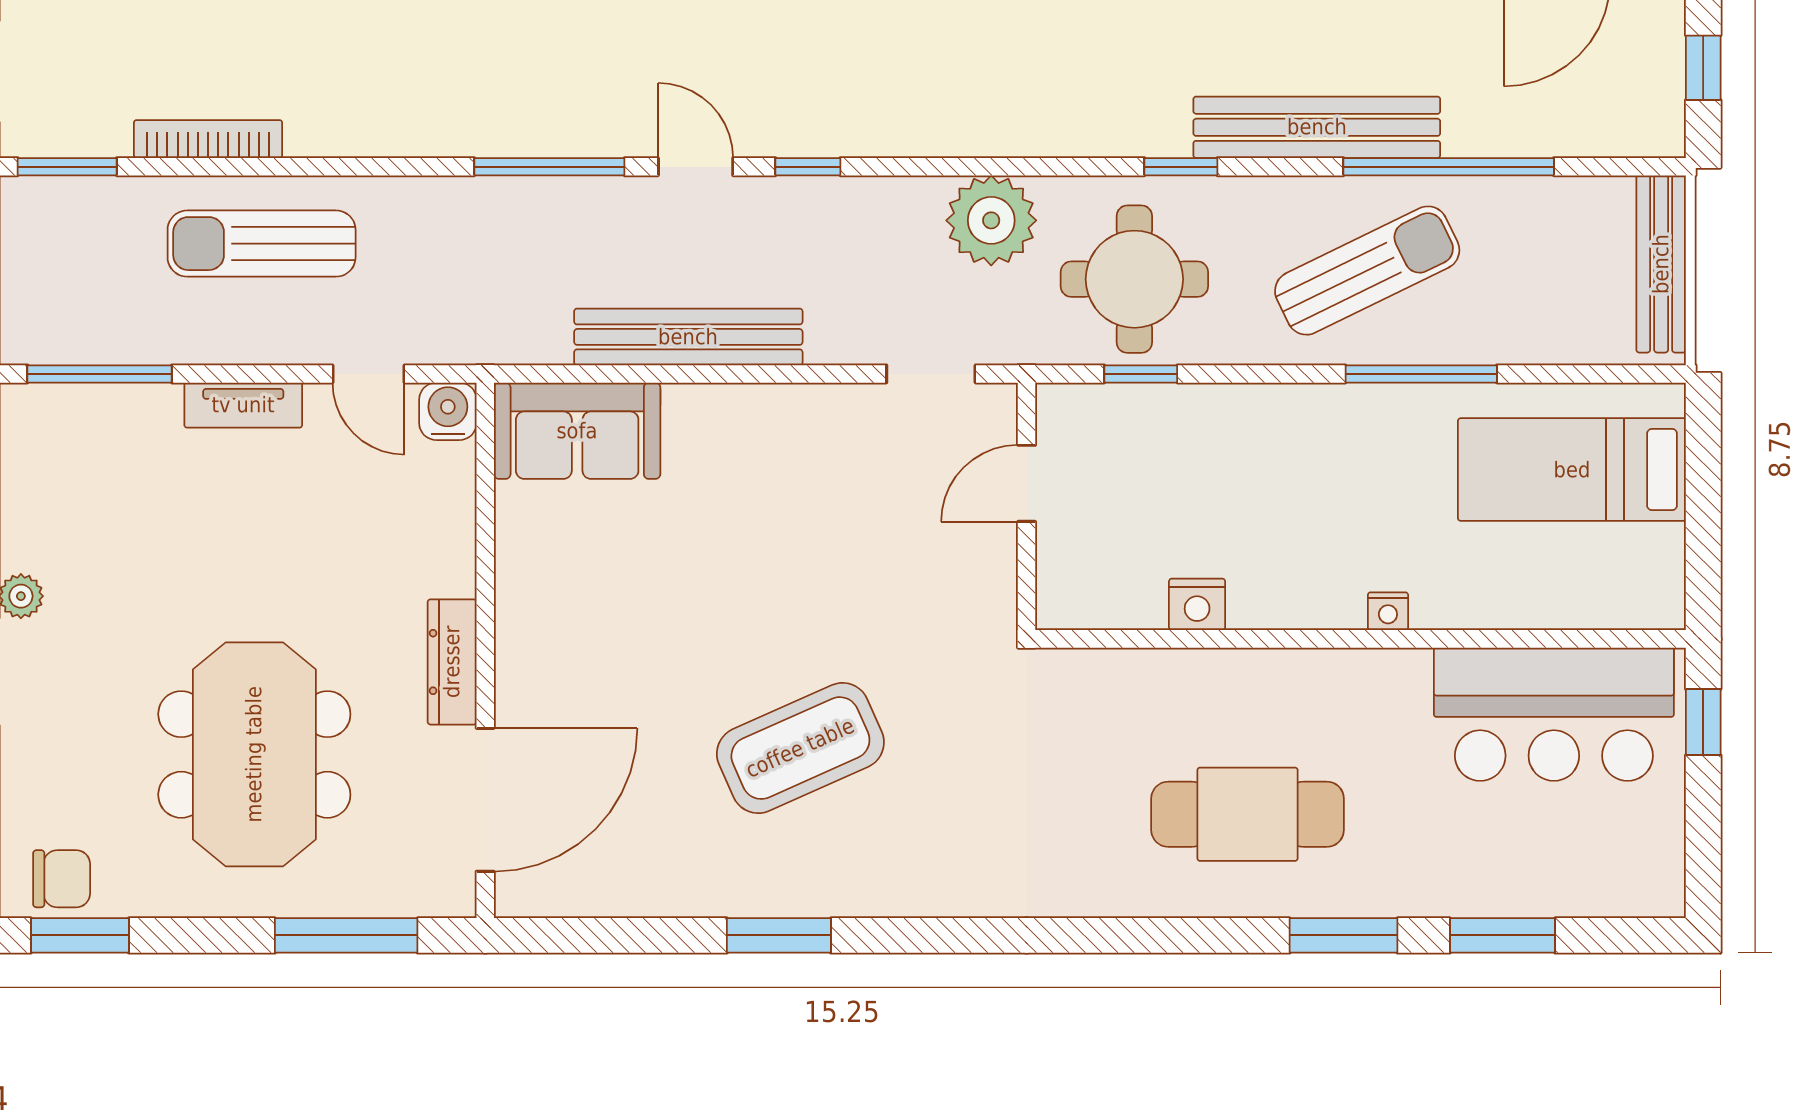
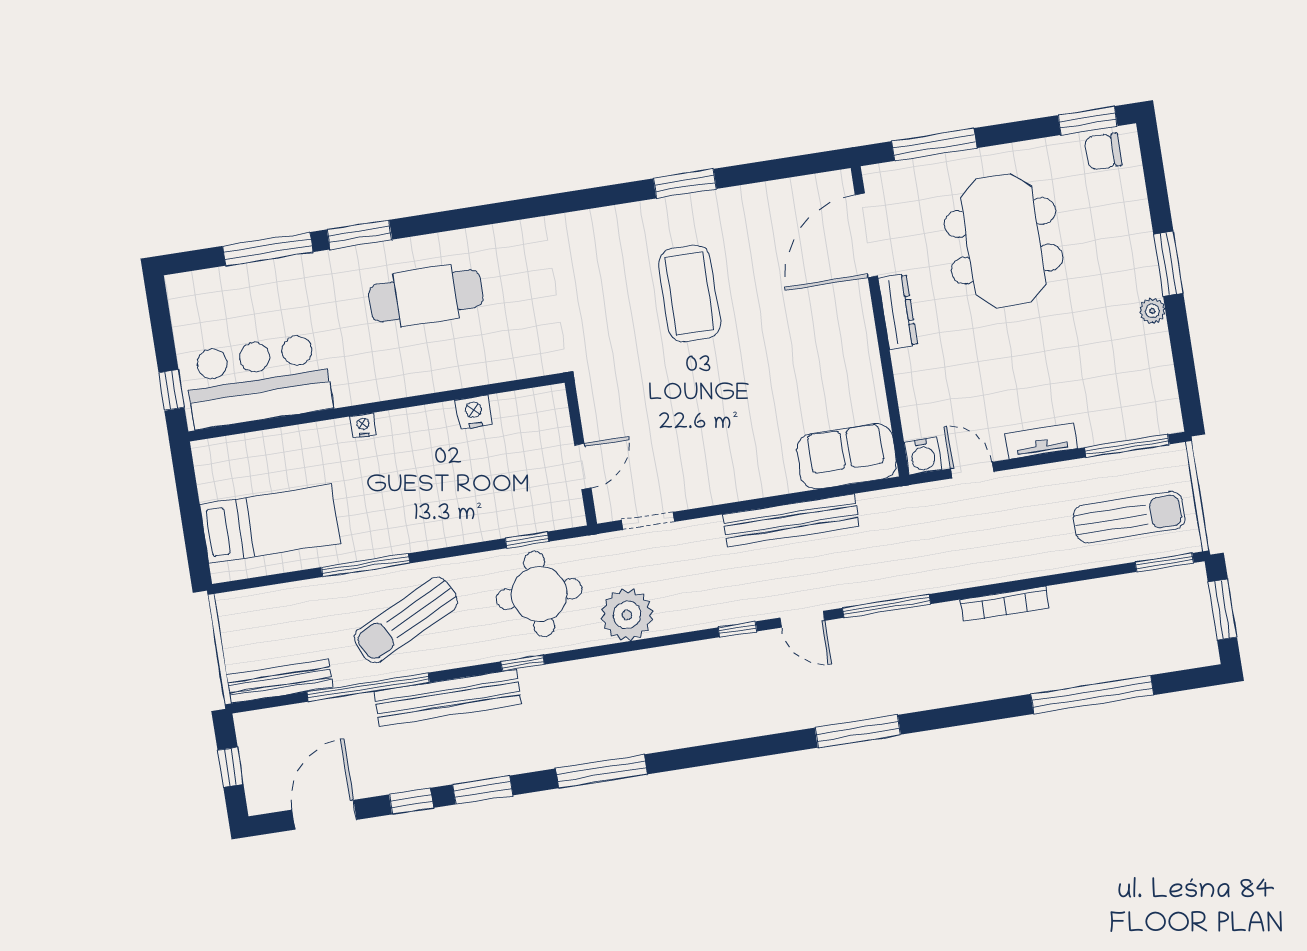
bookcase: (208, 139) -> (1005, 604), moved
sun lounger: (262, 244) -> (1129, 517), moved
bench: (1661, 264) -> (280, 681), moved, turned 90
coffee table: (800, 748) -> (689, 294), turned -66
window: (1502, 935) -> (268, 249), width x1.44

